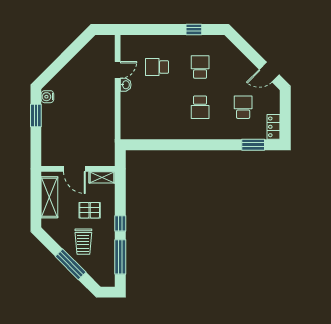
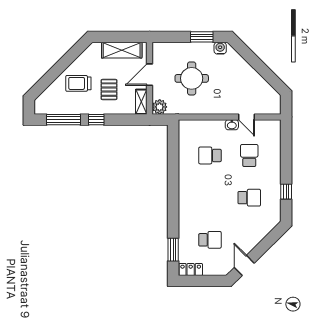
school desk: (200, 107) -> (210, 155), moved
round table: (78, 126) -> (192, 78), added
plant: (107, 159) -> (160, 107), added
window: (71, 264) -> (56, 71), removed

